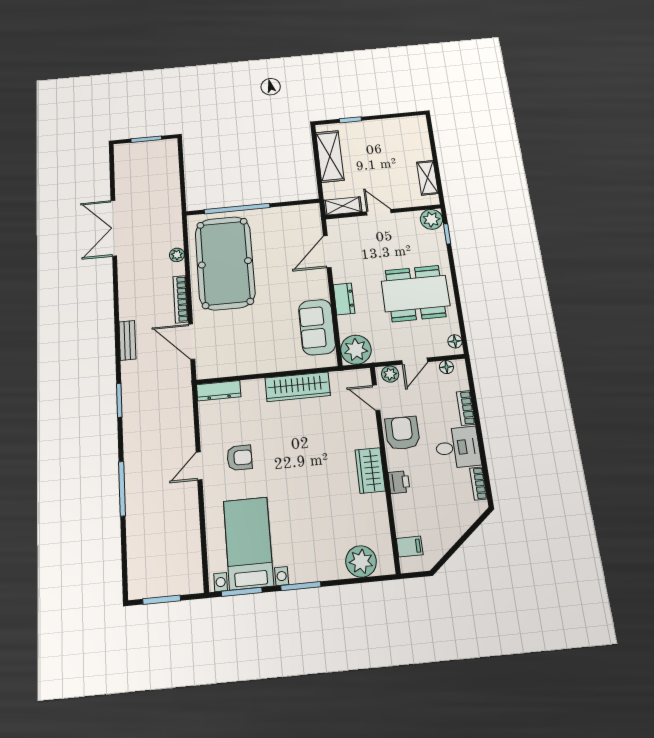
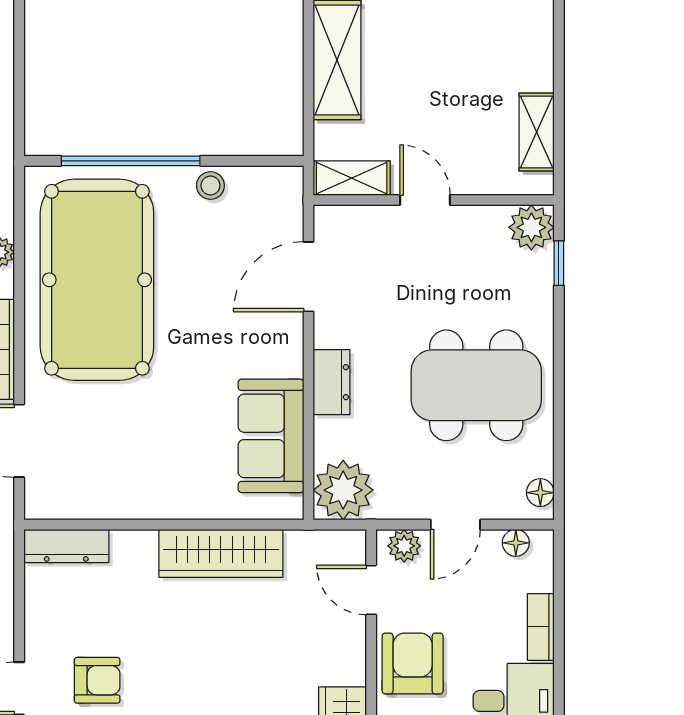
stool: (276, 216) -> (210, 185), added

